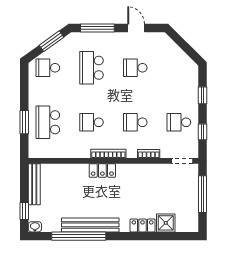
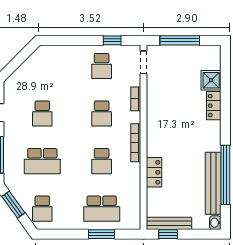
window: (202, 95) -> (72, 40), removed
locker: (102, 170) -> (154, 172), moved
window: (24, 211) -> (168, 234), moved
bench: (90, 225) -> (213, 183), moved

